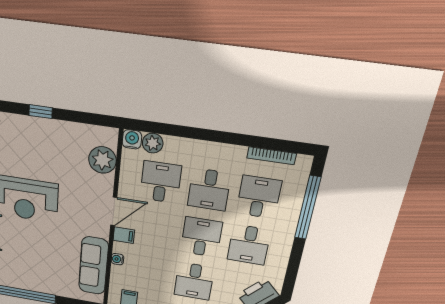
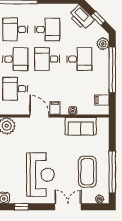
coffee table: (28, 263) -> (87, 172), added
sofa: (93, 266) -> (81, 126), width x0.73

